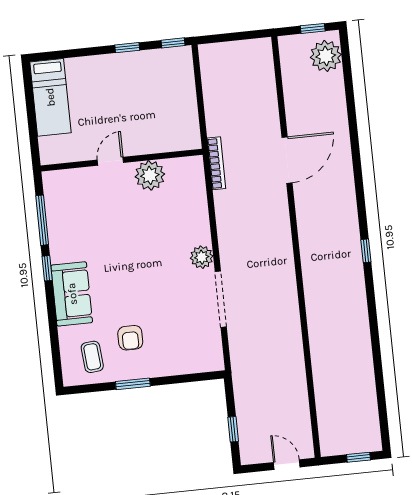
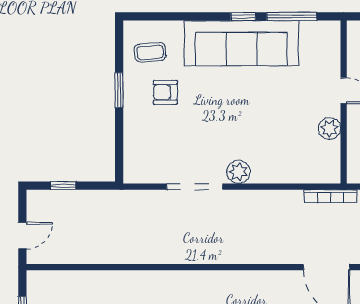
plant: (150, 175) -> (330, 129), width x0.73, depth x0.73
sofa: (72, 294) -> (241, 43), width x1.85, depth x1.27

